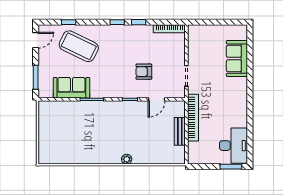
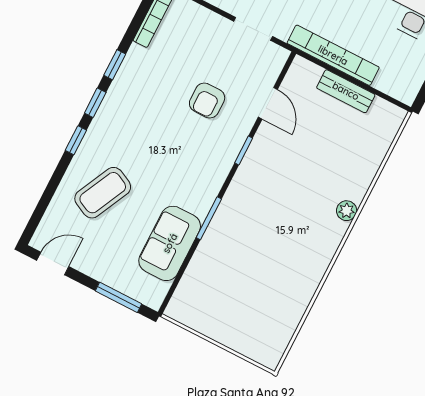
window: (69, 22) -> (76, 140), moved
door: (36, 40) -> (53, 263), hinge flipped
coffee table: (79, 46) -> (103, 193), width x0.73, depth x0.76

